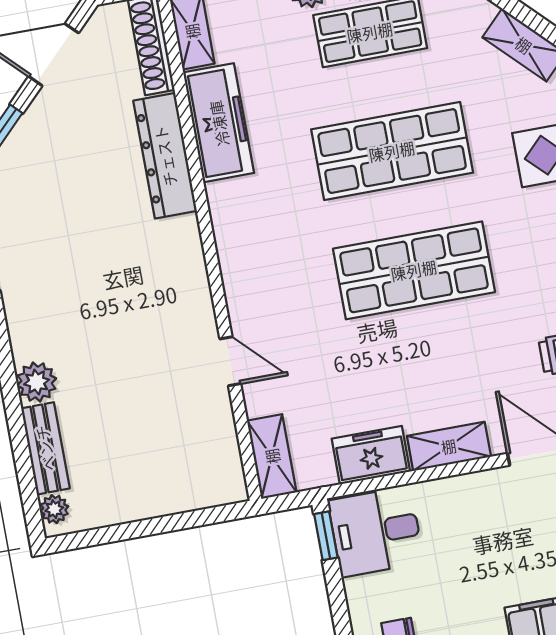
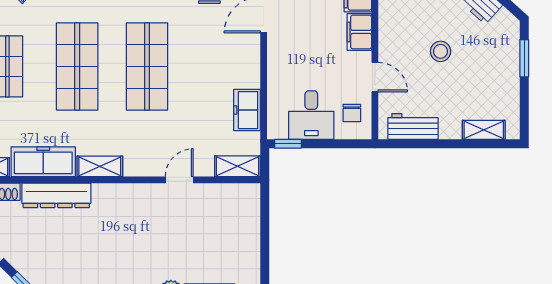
shelving: (449, 446) -> (100, 166), moved, turned 90
desk: (376, 532) -> (311, 115), moved

